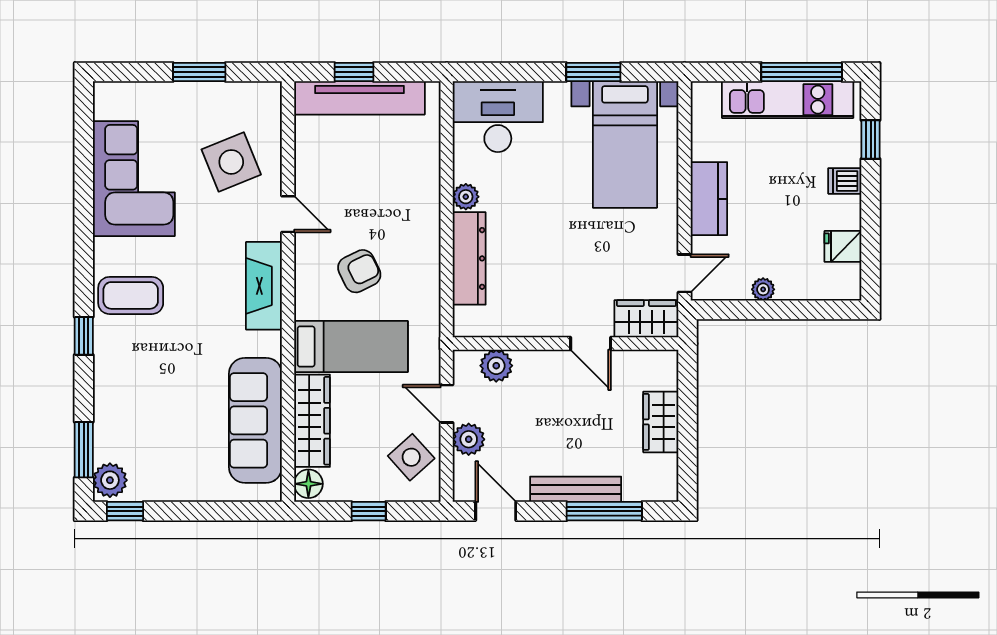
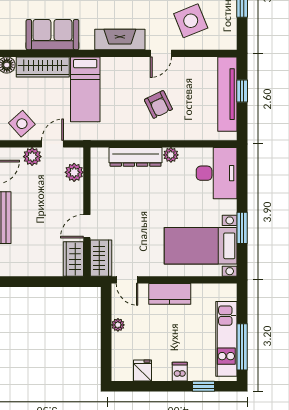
armchair: (359, 271) -> (158, 104), moved
sofa: (255, 420) -> (52, 35), width x0.73
wardrobe: (661, 422) -> (73, 259), moved, turned -90

